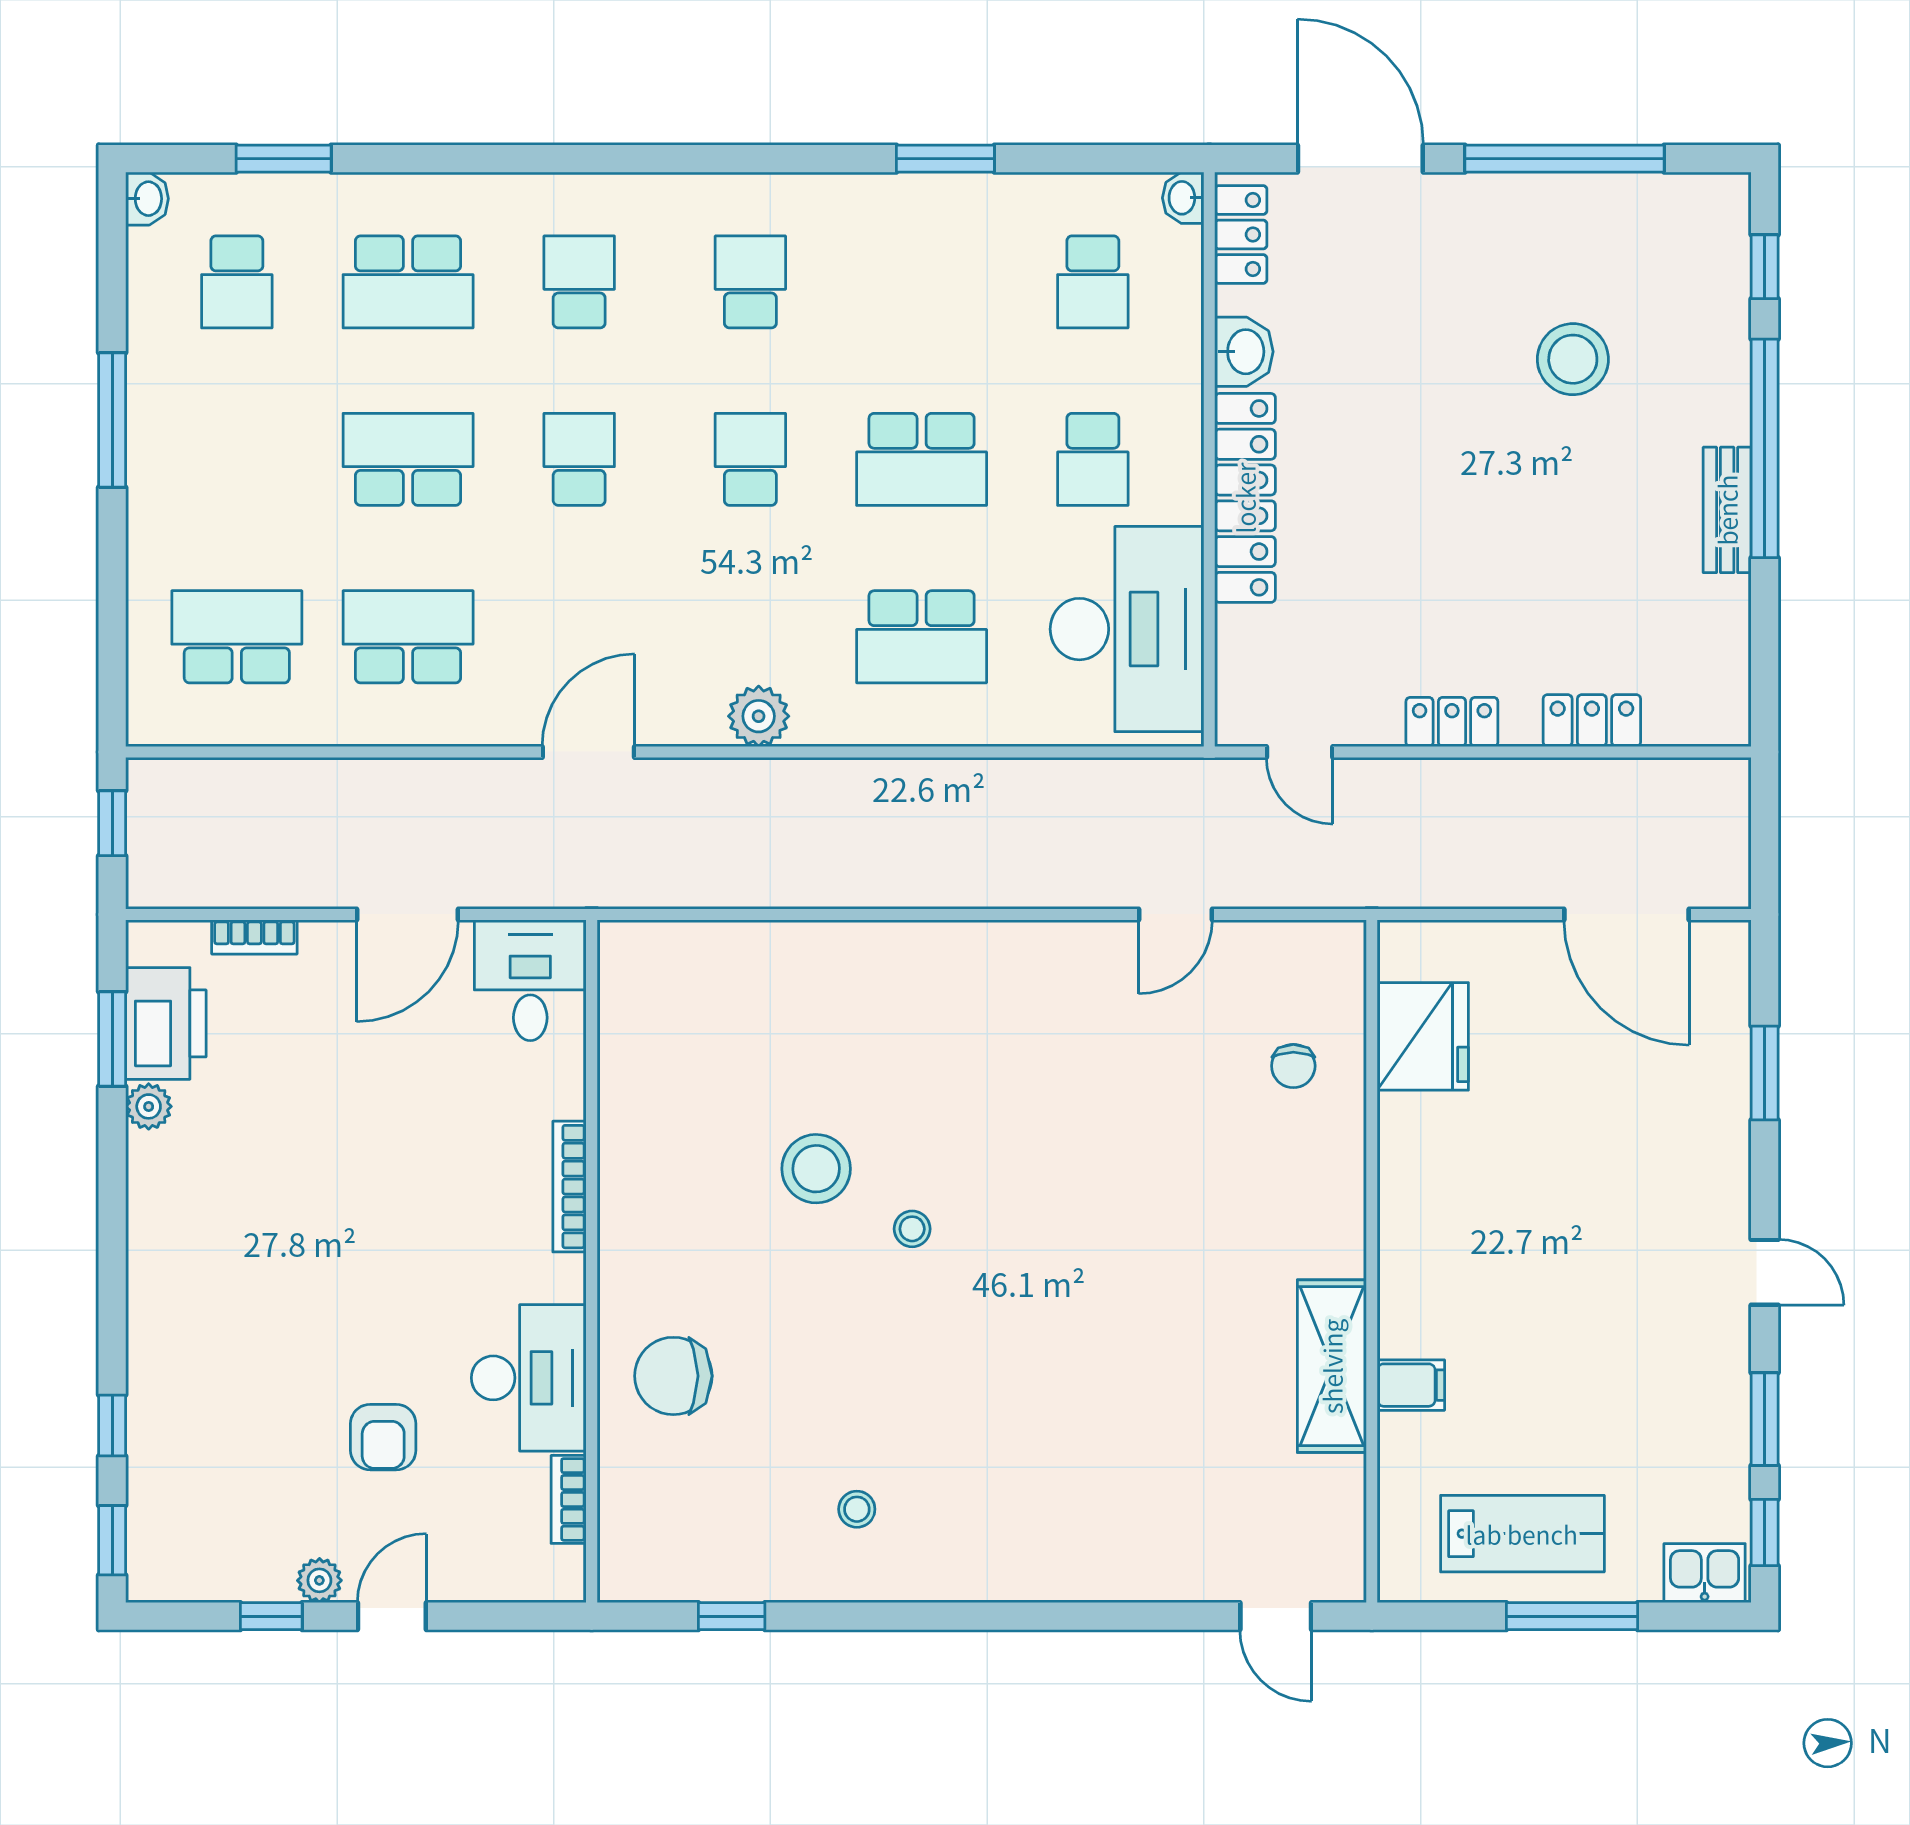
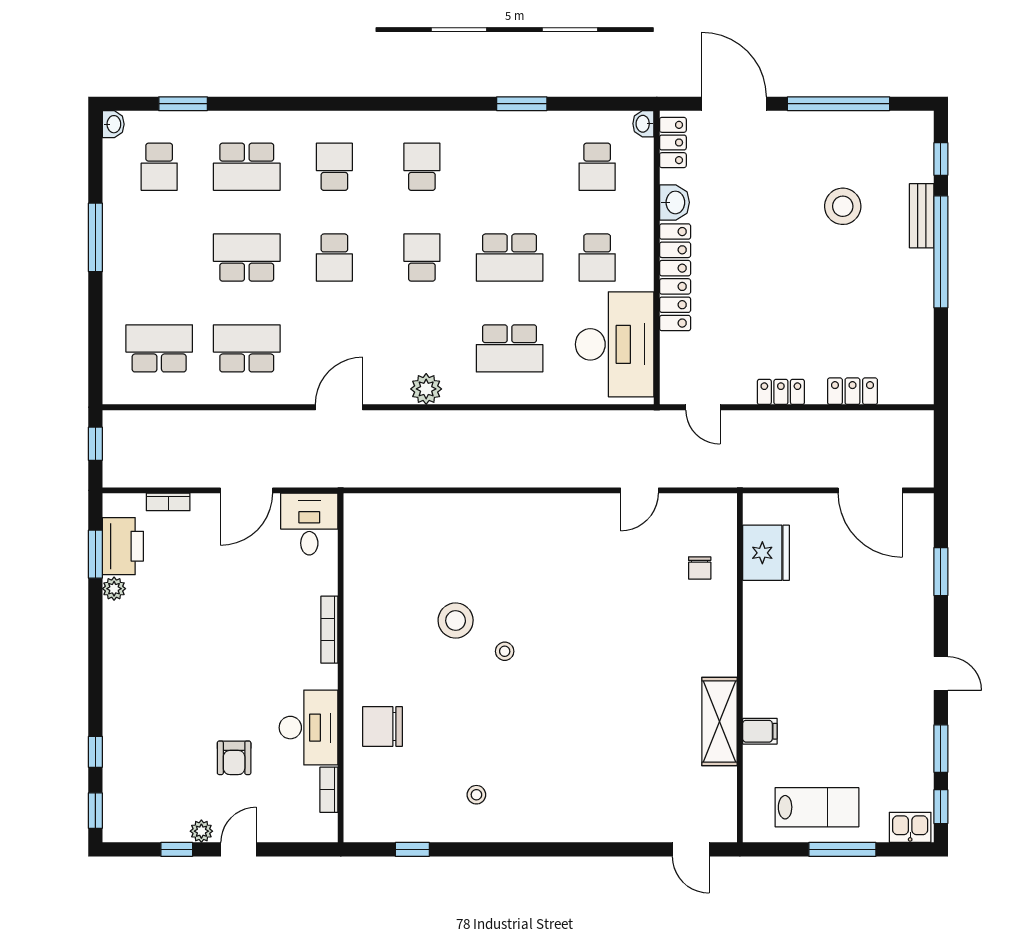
school desk: (579, 459) -> (334, 258), turned 180
bench: (1727, 510) -> (922, 216), moved

